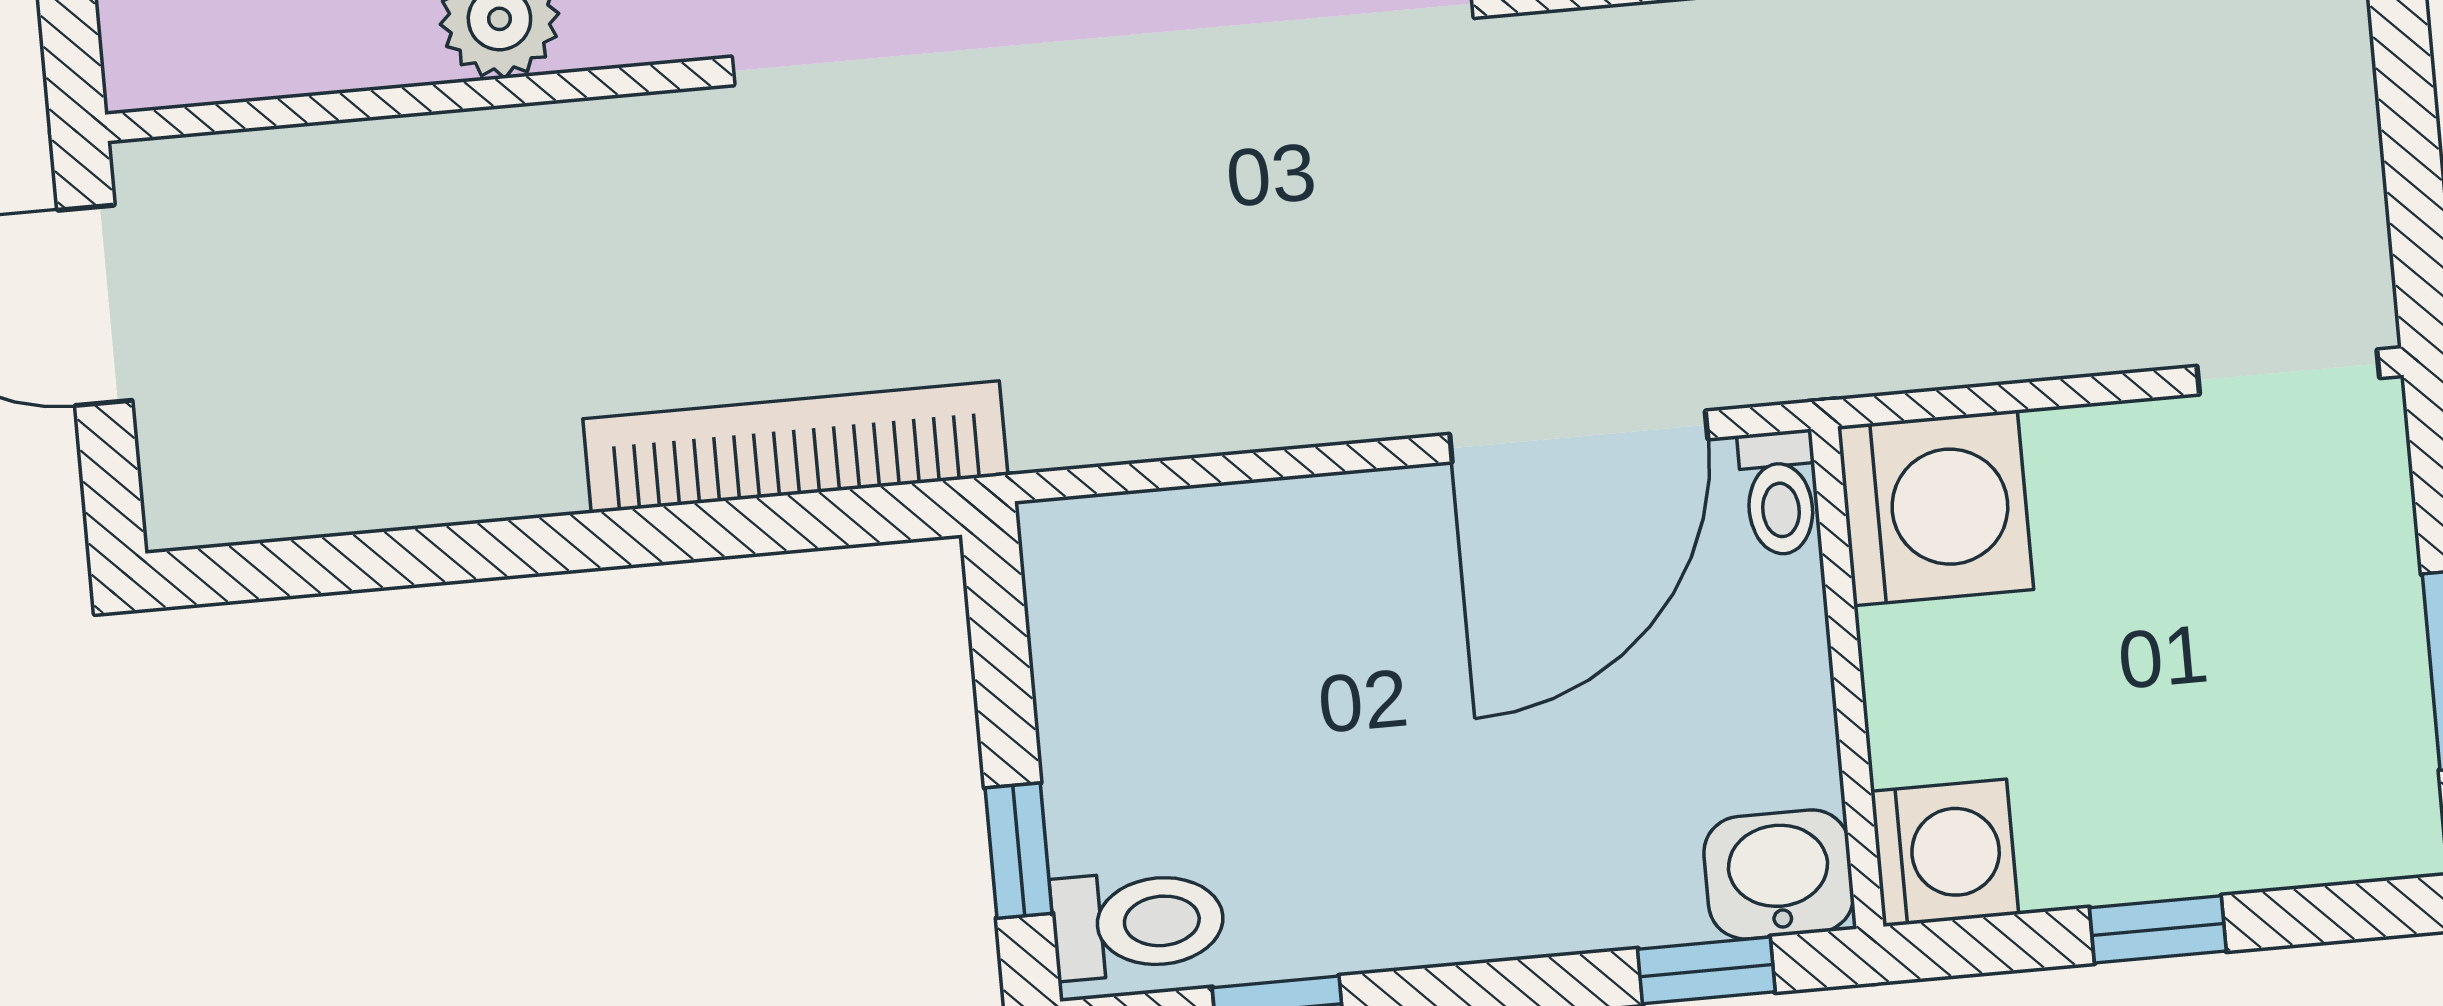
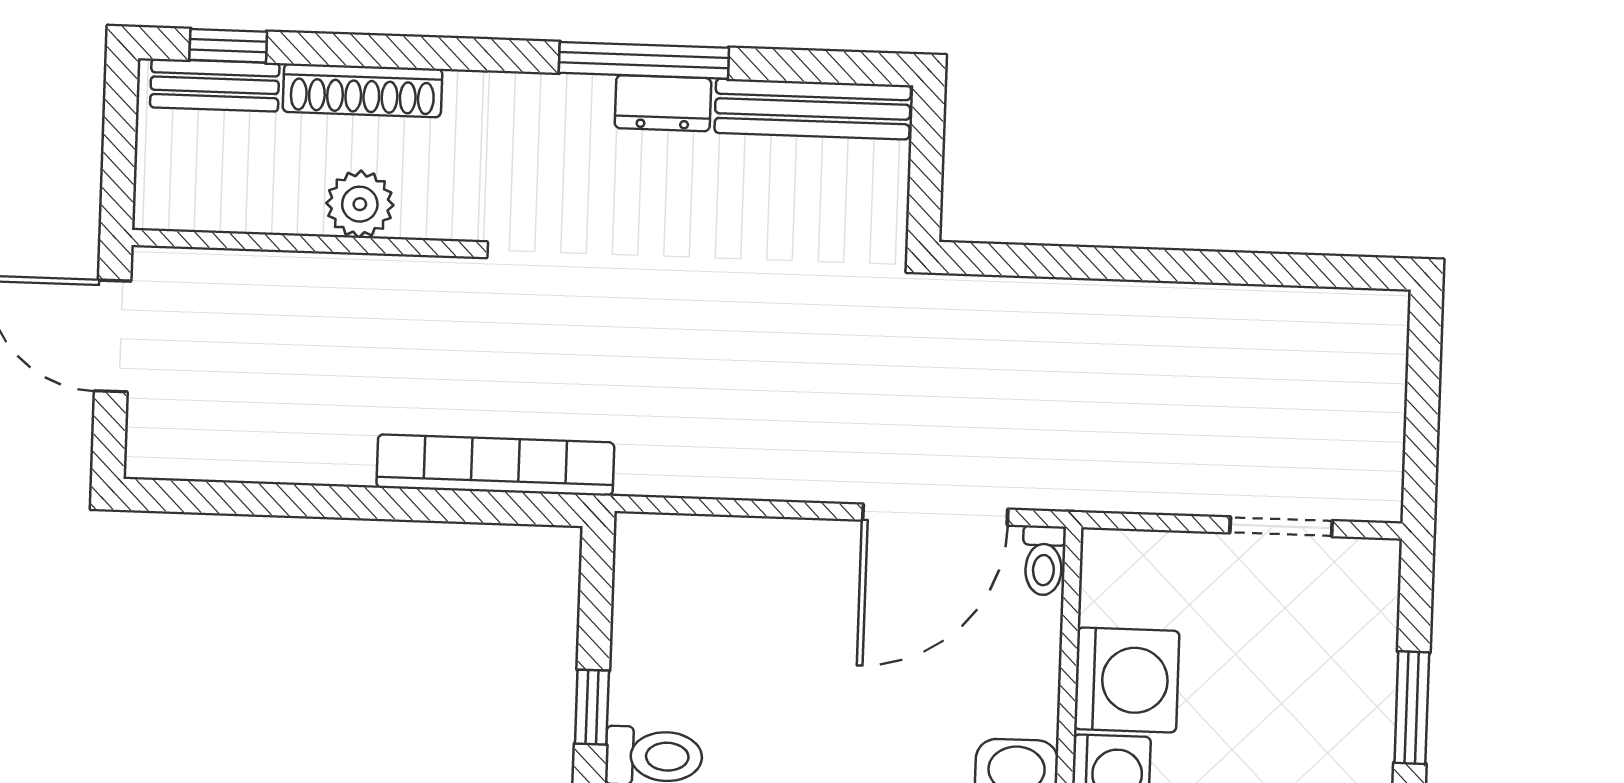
doorway: (2288, 372) -> (1281, 527), moved
washing machine: (1936, 508) -> (1127, 680), moved

